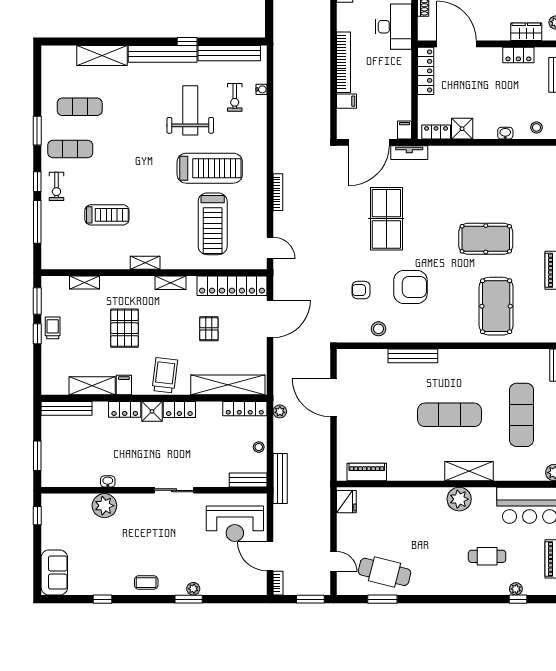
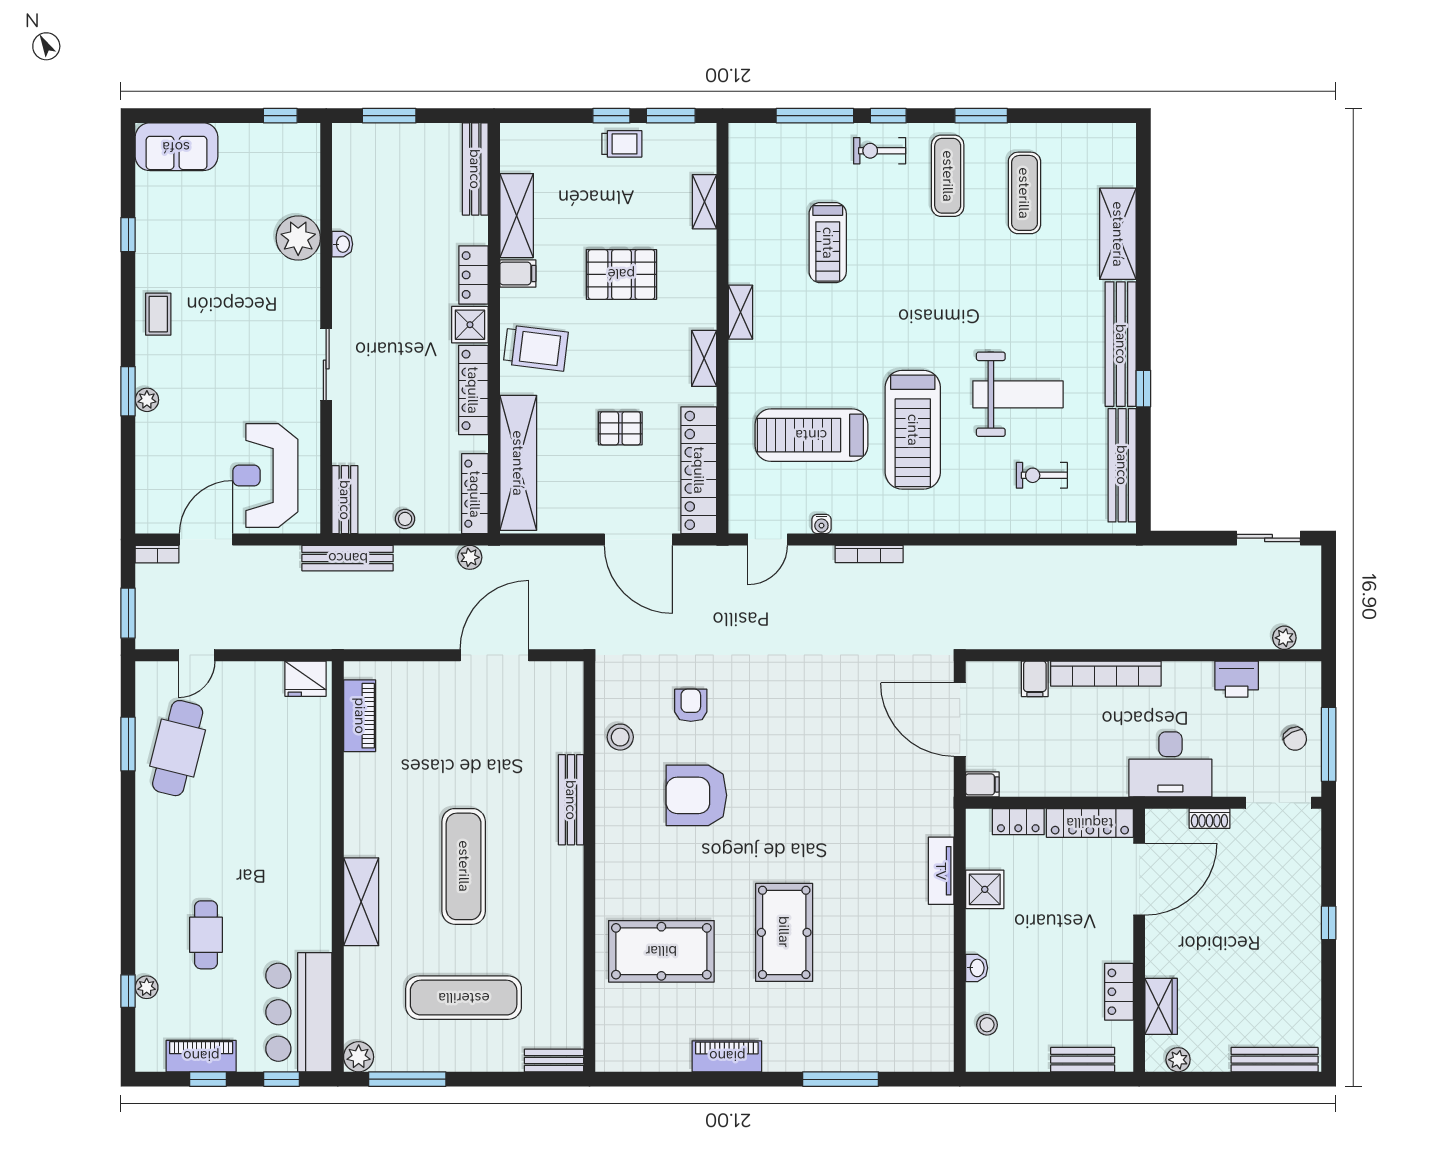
water cooler: (261, 89) -> (821, 524), moved
locker: (436, 132) -> (1018, 822), moved, turned 90
tv unit: (409, 153) -> (941, 871), moved
table tennis table: (386, 219) -> (821, 752), removed
armchair: (410, 287) -> (696, 795), turned 90
locker: (179, 409) -> (473, 390), width x1.53
plant: (459, 499) -> (310, 884), removed

